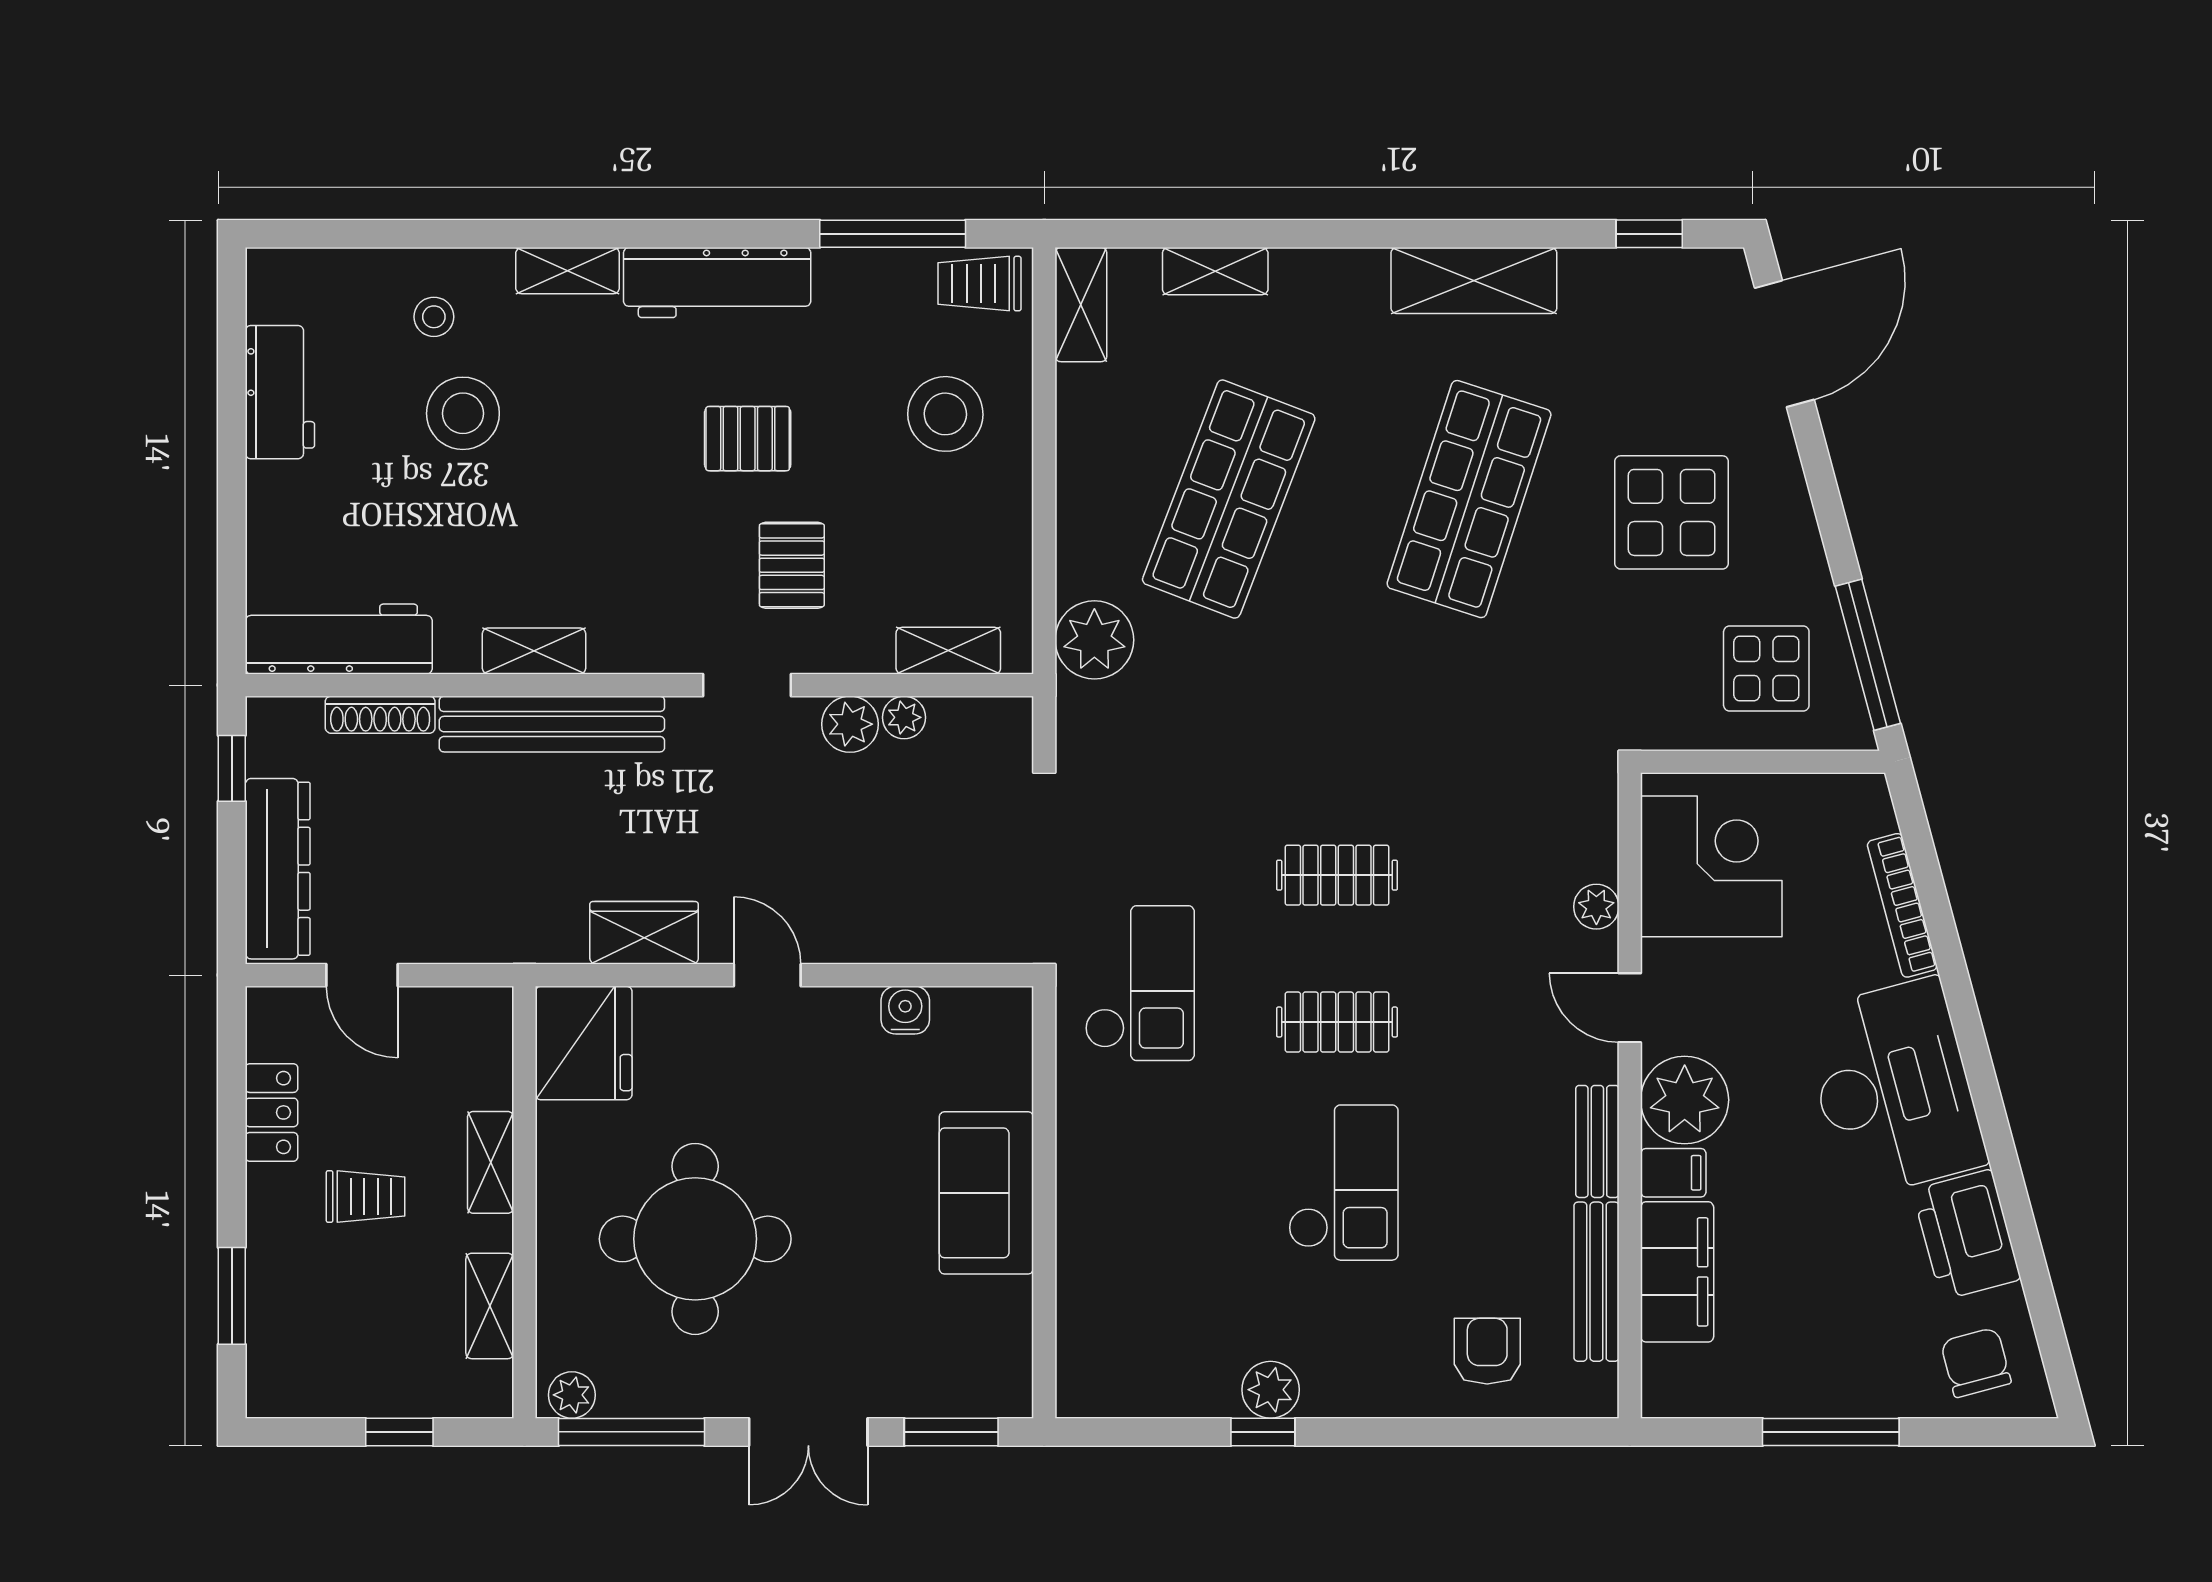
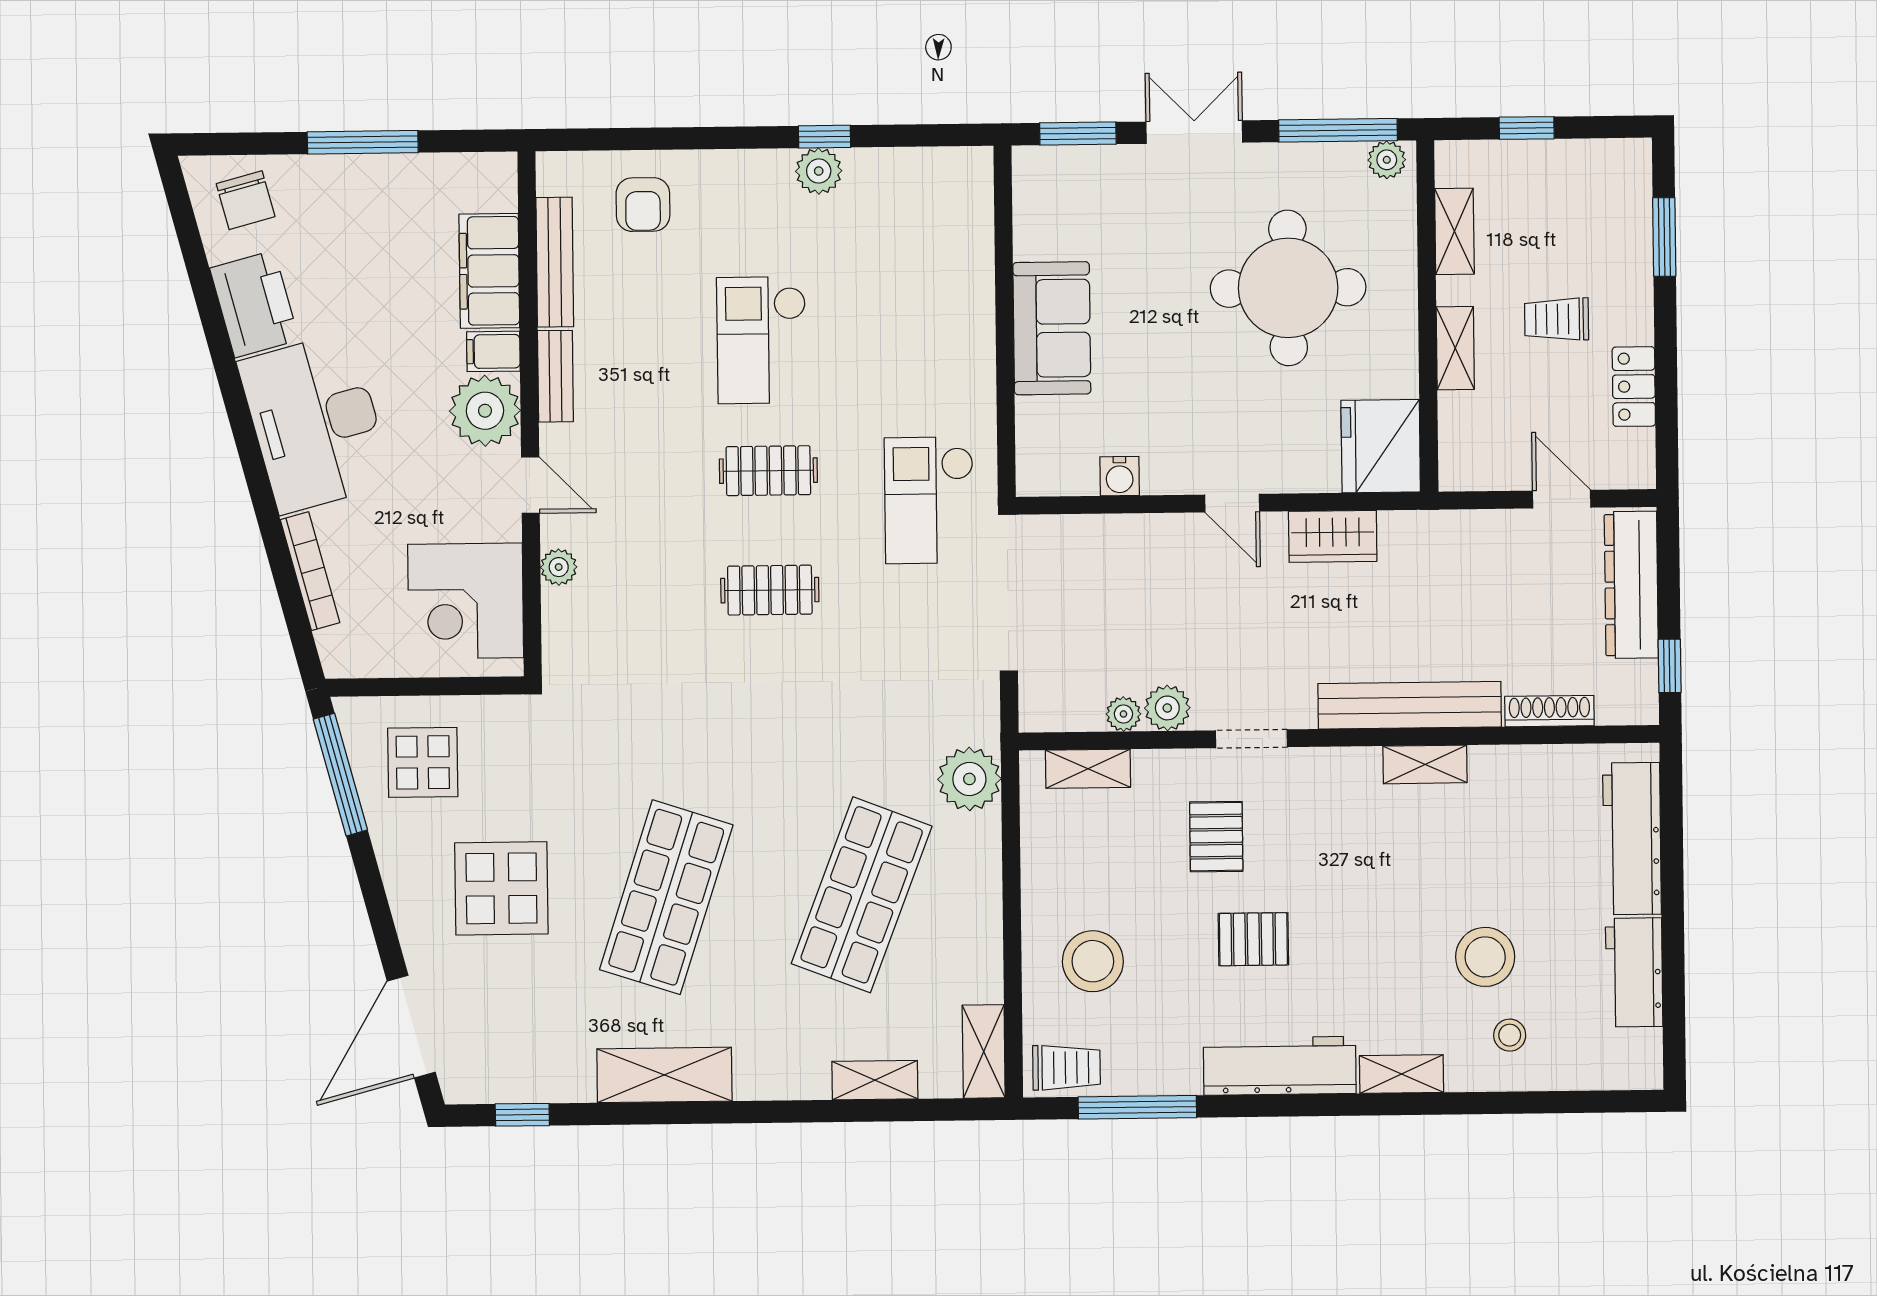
workbench: (339, 639) -> (1632, 839), moved, turned 90

